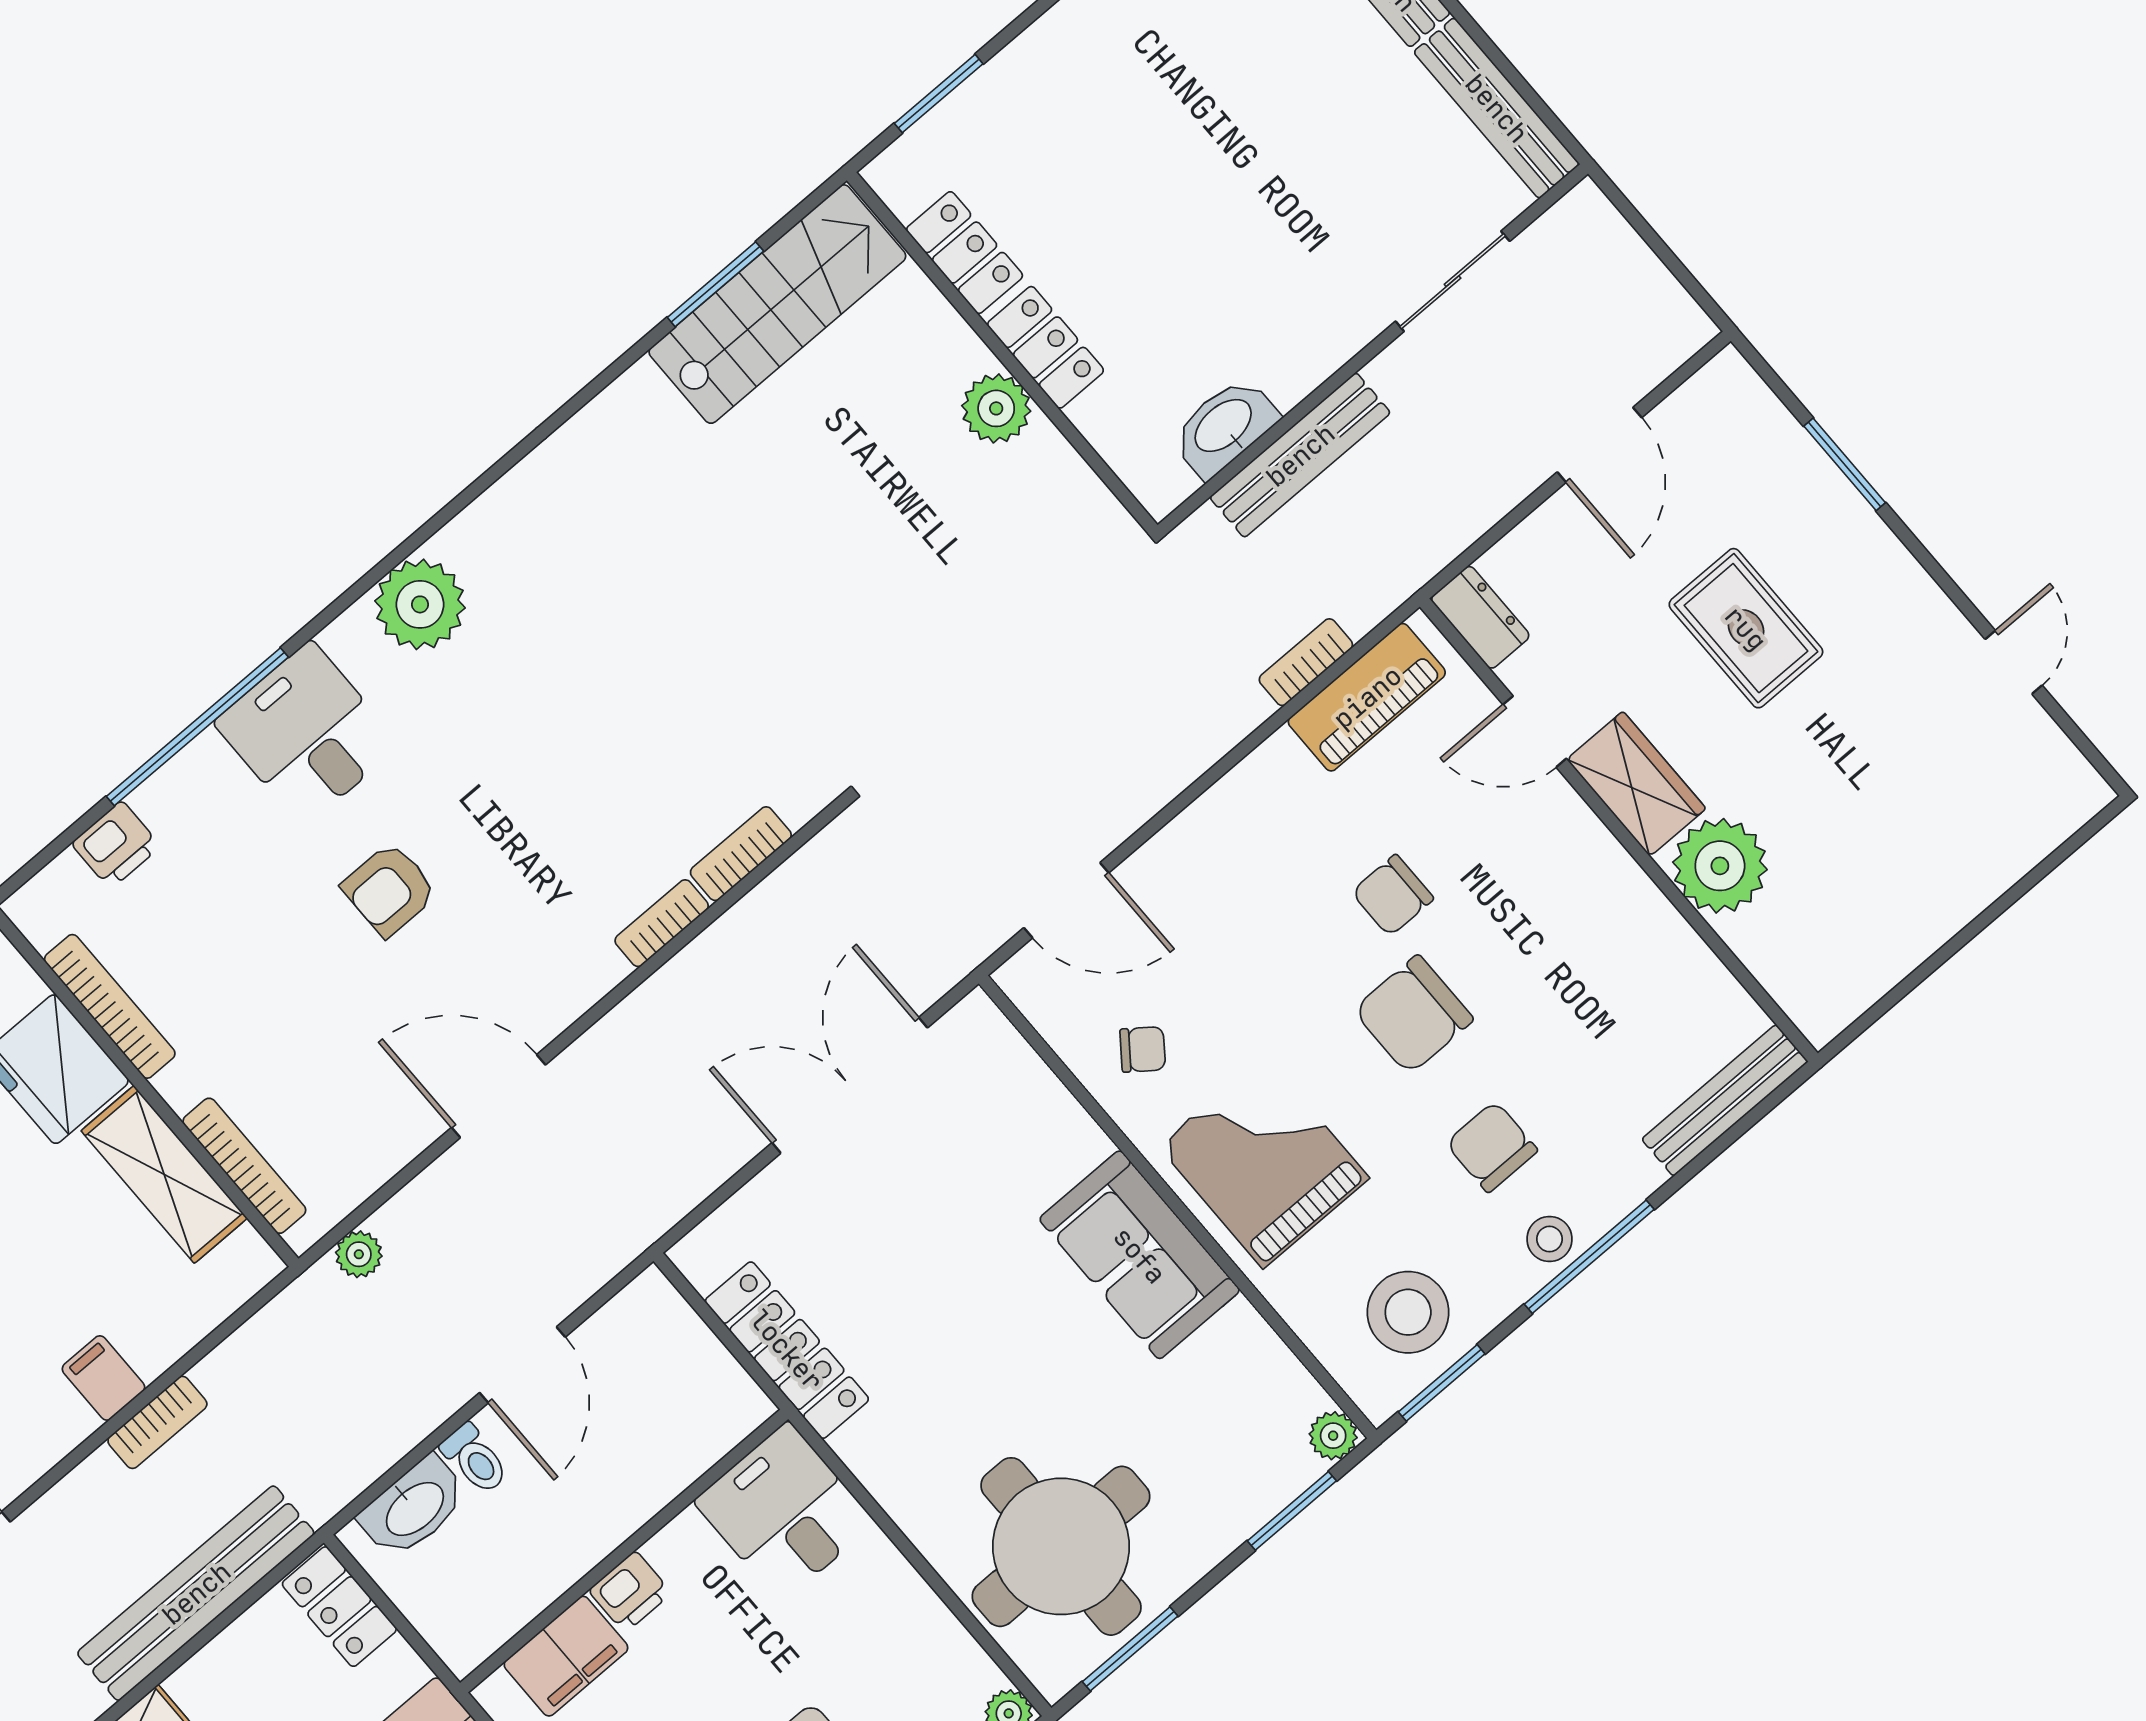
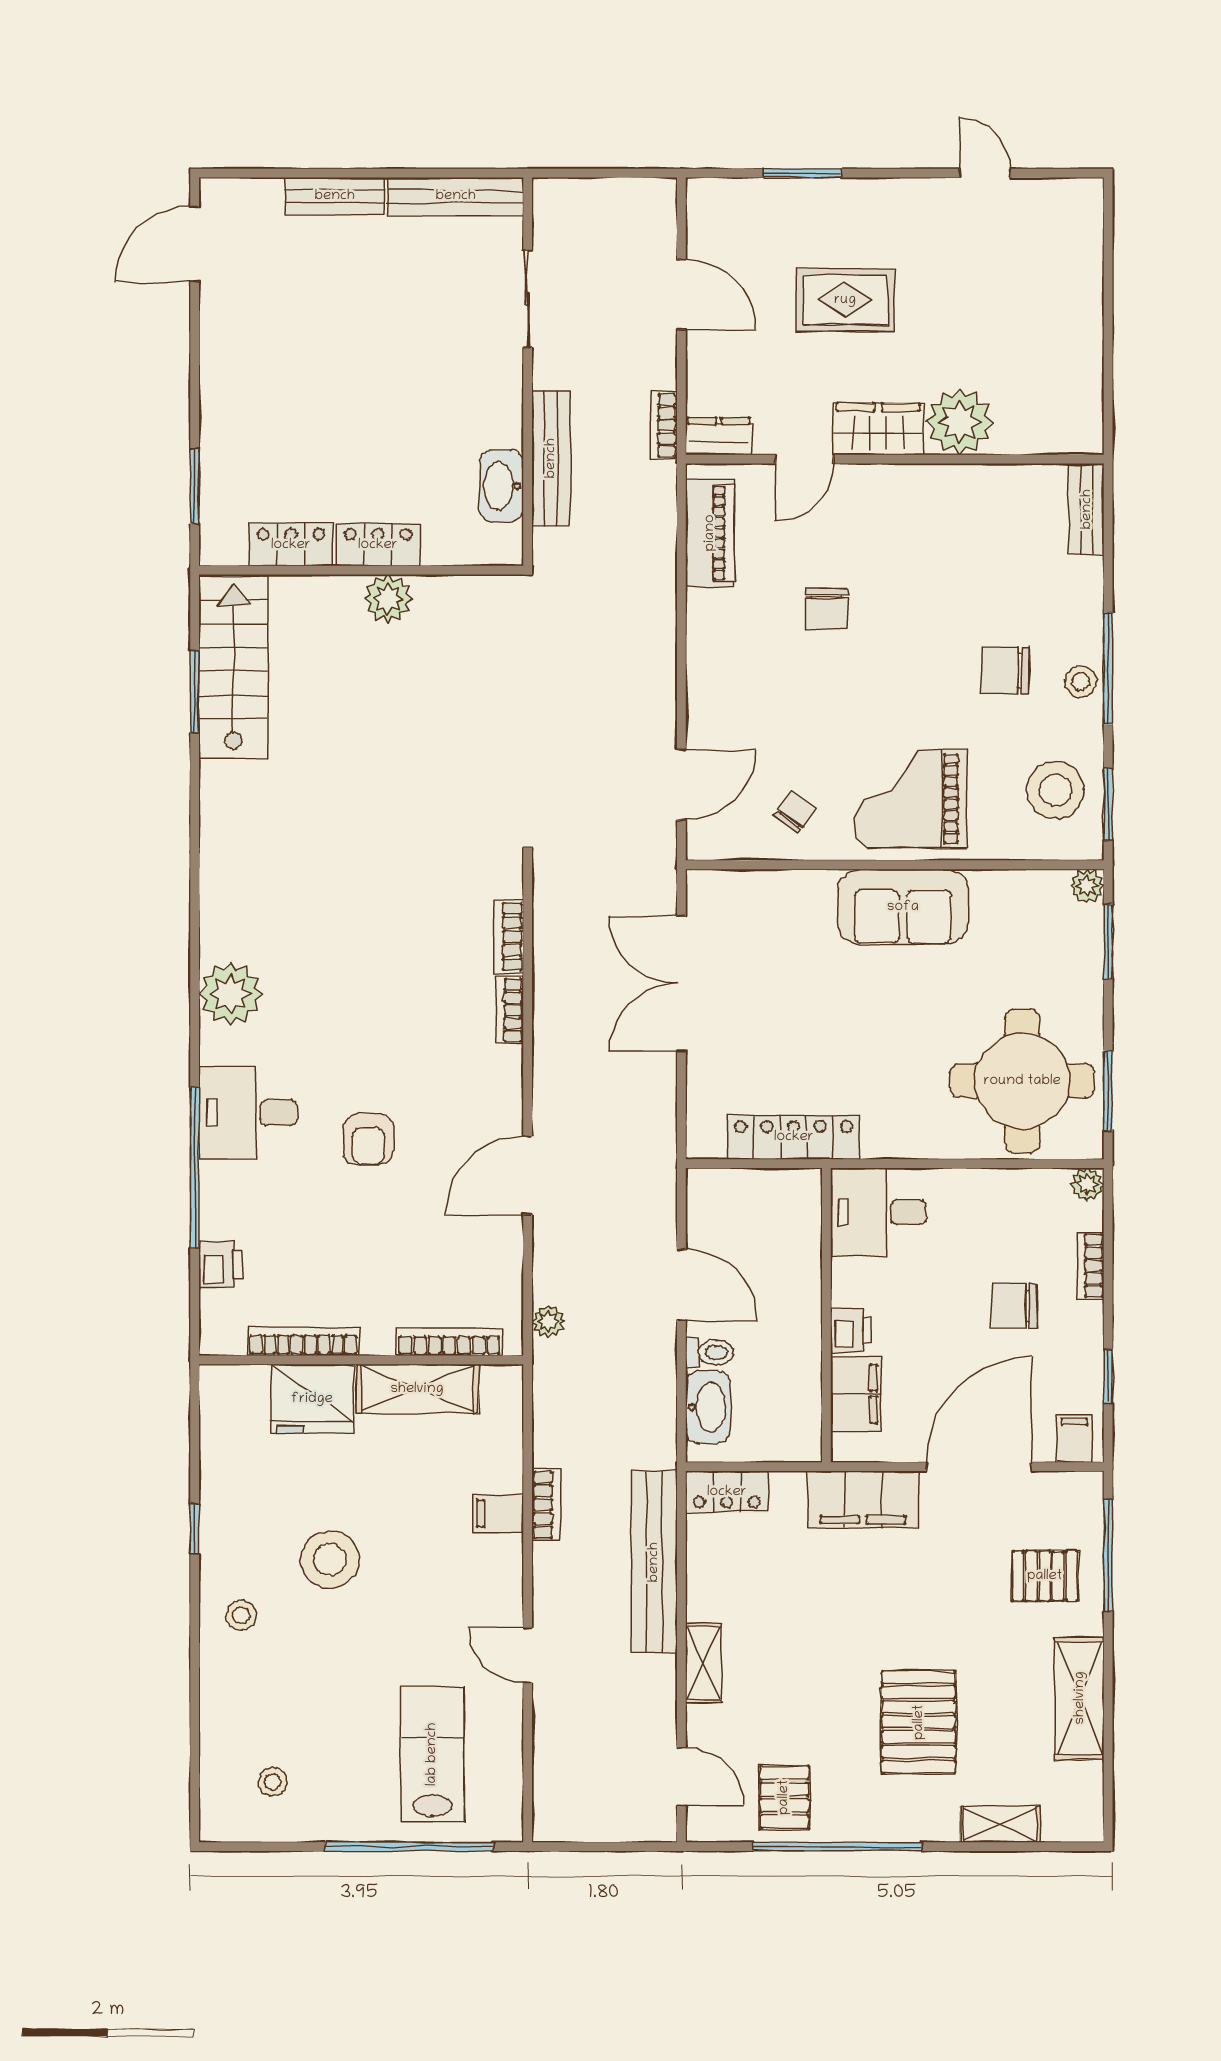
bookcase: (1306, 662) -> (663, 426), moved
chair: (1413, 1015) -> (900, 652), removed
bench: (1725, 1100) -> (1087, 509), width x0.73

